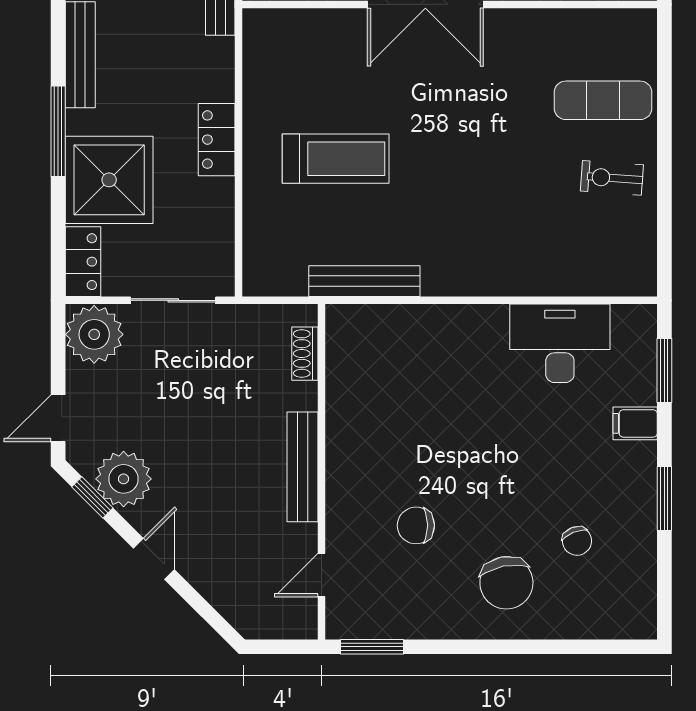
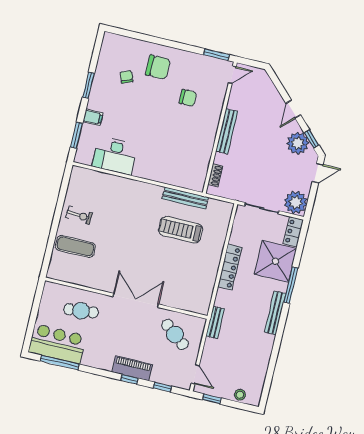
locker: (217, 140) -> (230, 267), width x1.53
treadmill: (336, 159) -> (181, 230), moved
door: (321, 575) -> (232, 75), moved
chair: (506, 583) -> (158, 67), turned 101

